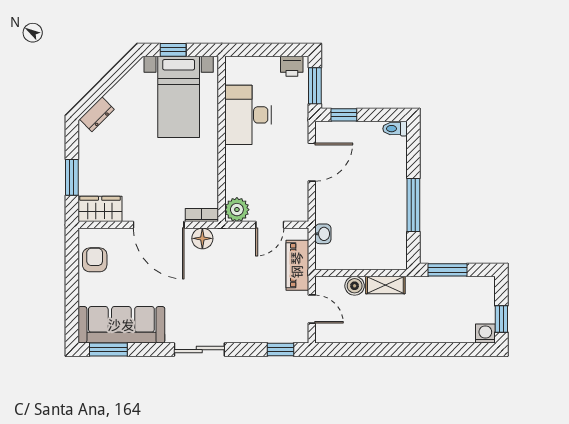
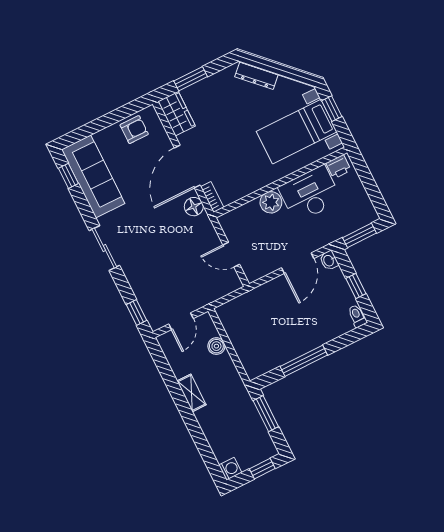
printer: (292, 66) -> (338, 167), moved, turned -90
dresser: (97, 114) -> (256, 76), width x1.44
window: (344, 115) -> (356, 286), moved
door: (312, 162) -> (298, 263), hinge flipped
plant: (237, 210) -> (271, 202), moved
washbasin: (323, 234) -> (329, 261), moved, turned 90
piano: (297, 265) -> (210, 292), removed
shelving: (385, 285) -> (192, 393), moved
window: (501, 319) -> (262, 469), moved
window: (108, 350) -> (68, 176), width x0.67

